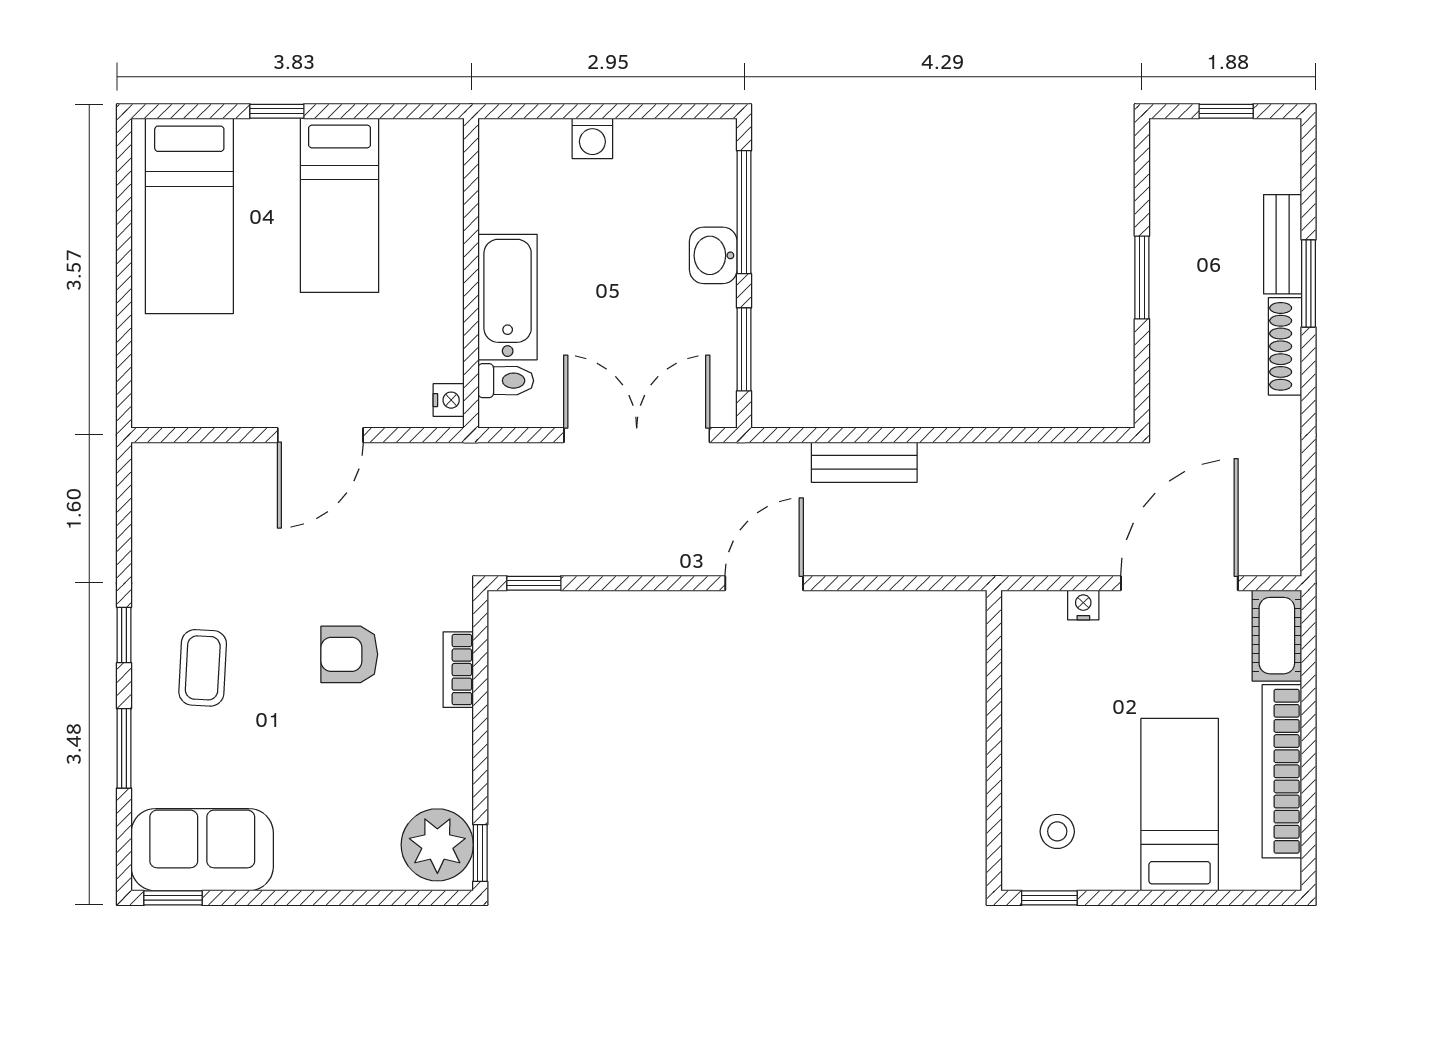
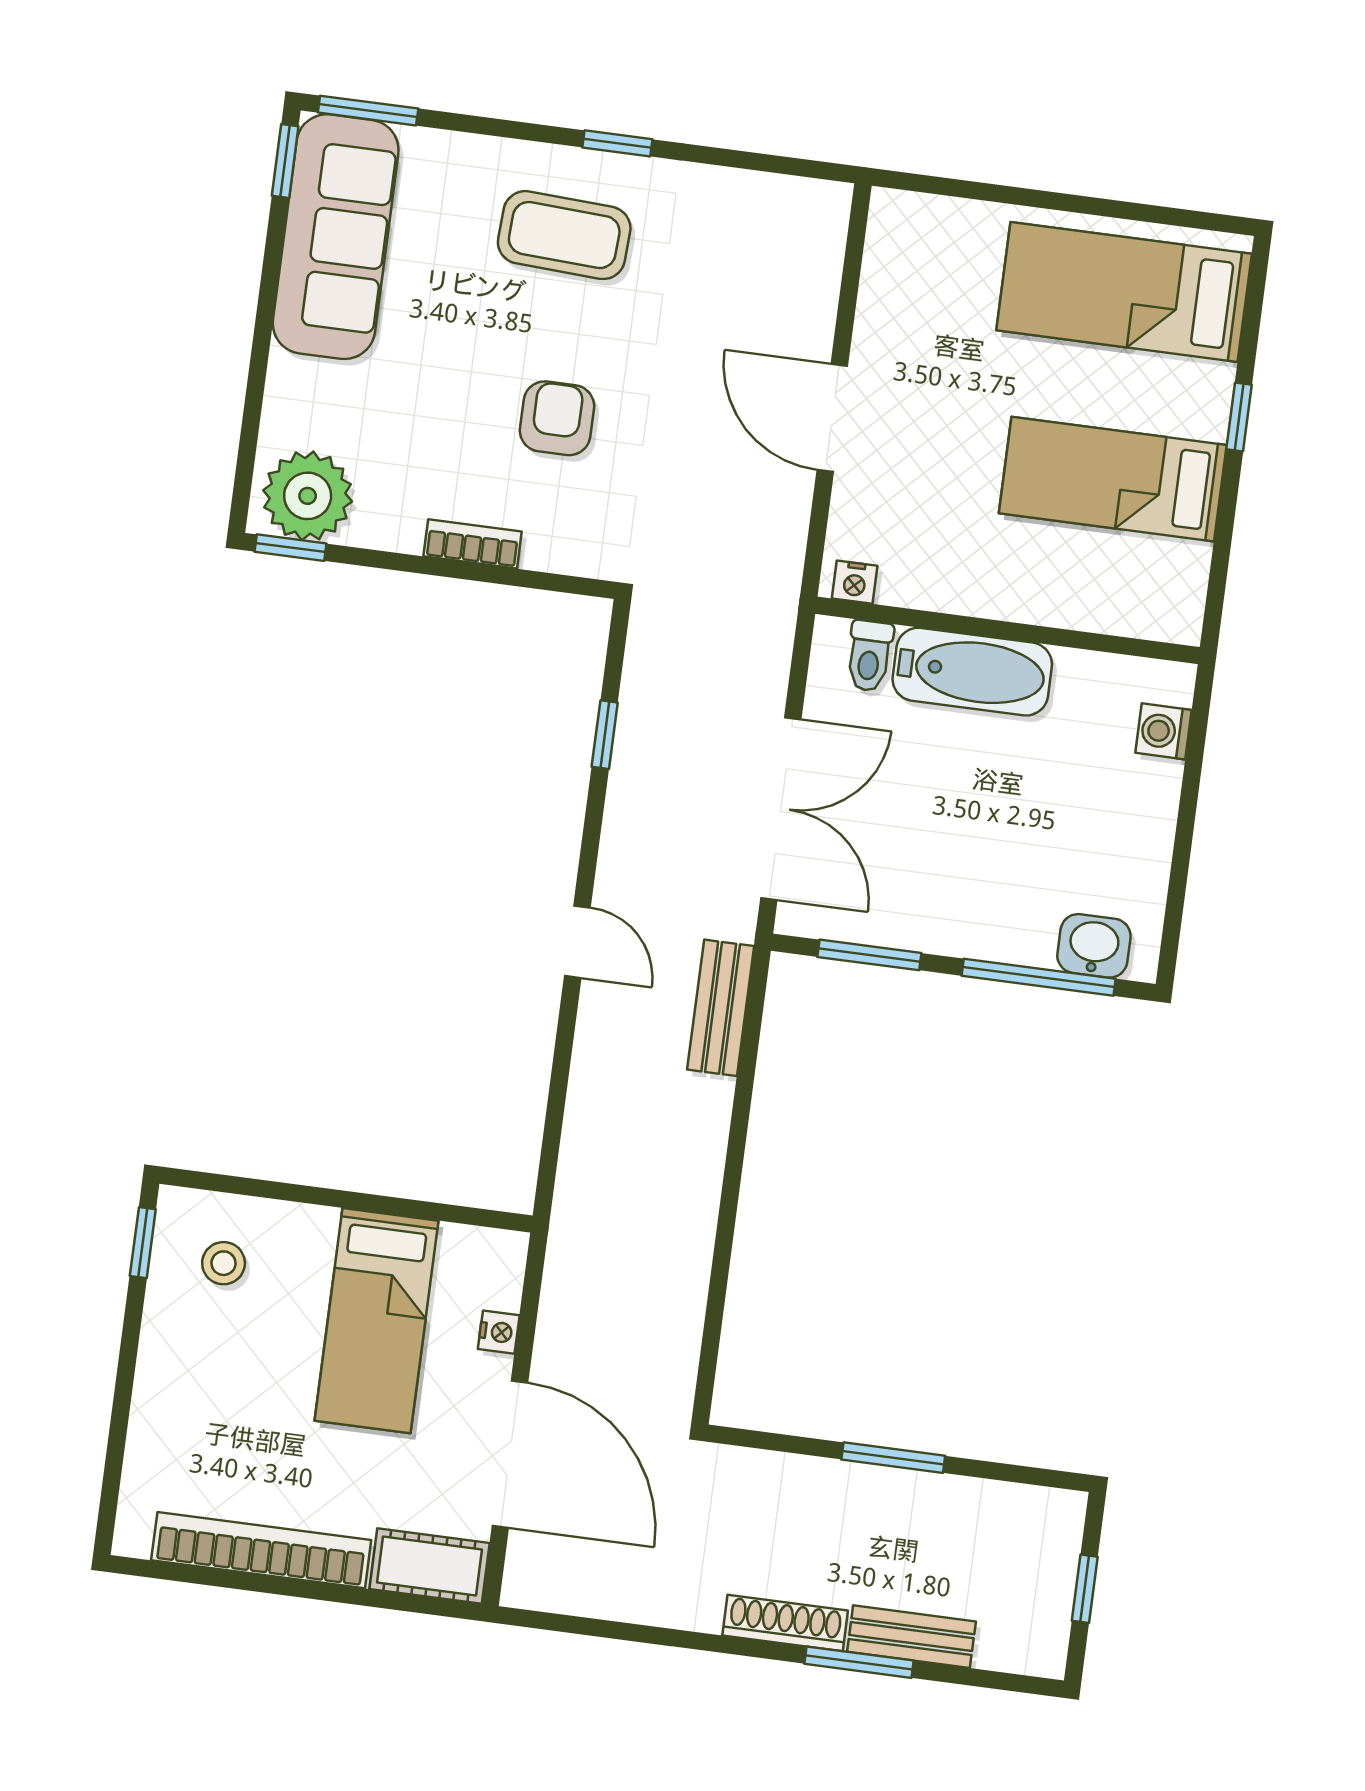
washing machine: (592, 138) -> (1164, 731), moved
washbasin: (713, 255) -> (1094, 946), moved
bench: (864, 462) -> (721, 1008), moved
window: (534, 583) -> (605, 735), moved
door: (764, 583) -> (577, 942), width x0.73
coffee table: (203, 668) -> (564, 235), width x1.36, depth x1.30
bookcase: (458, 670) -> (473, 544), moved
window: (124, 748) -> (368, 111), moved
bed: (1180, 805) -> (376, 1321), moved, turned 90
sofa: (202, 850) -> (336, 237), width x1.36

